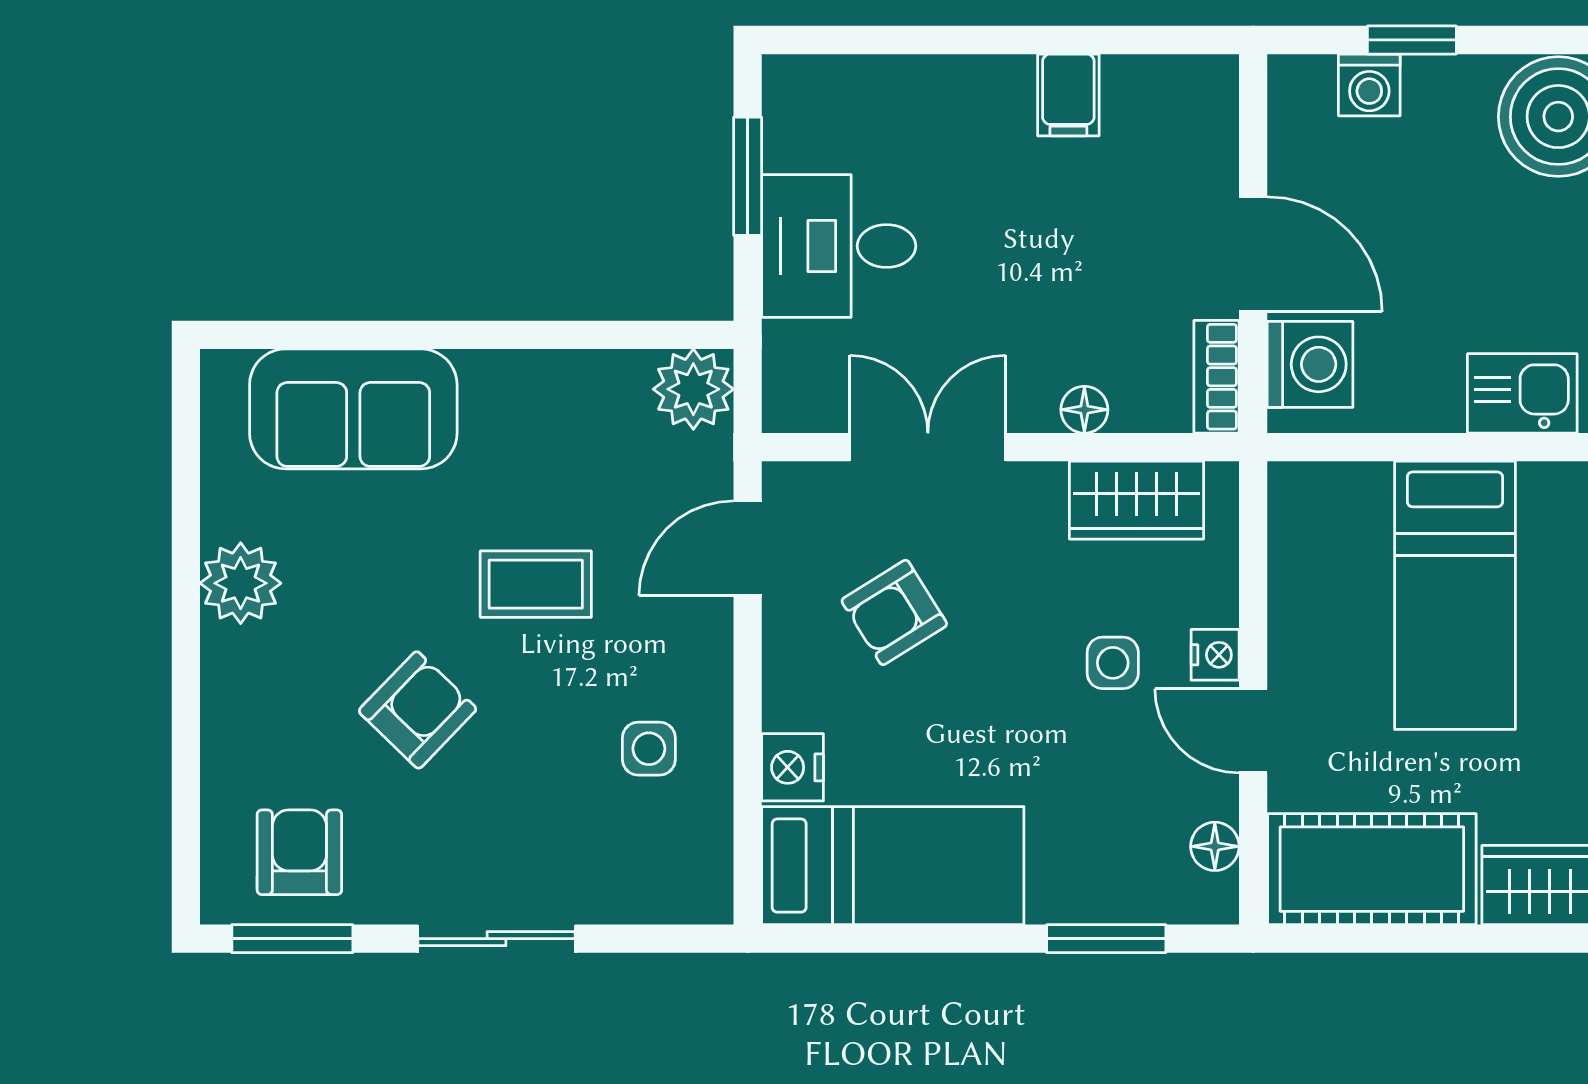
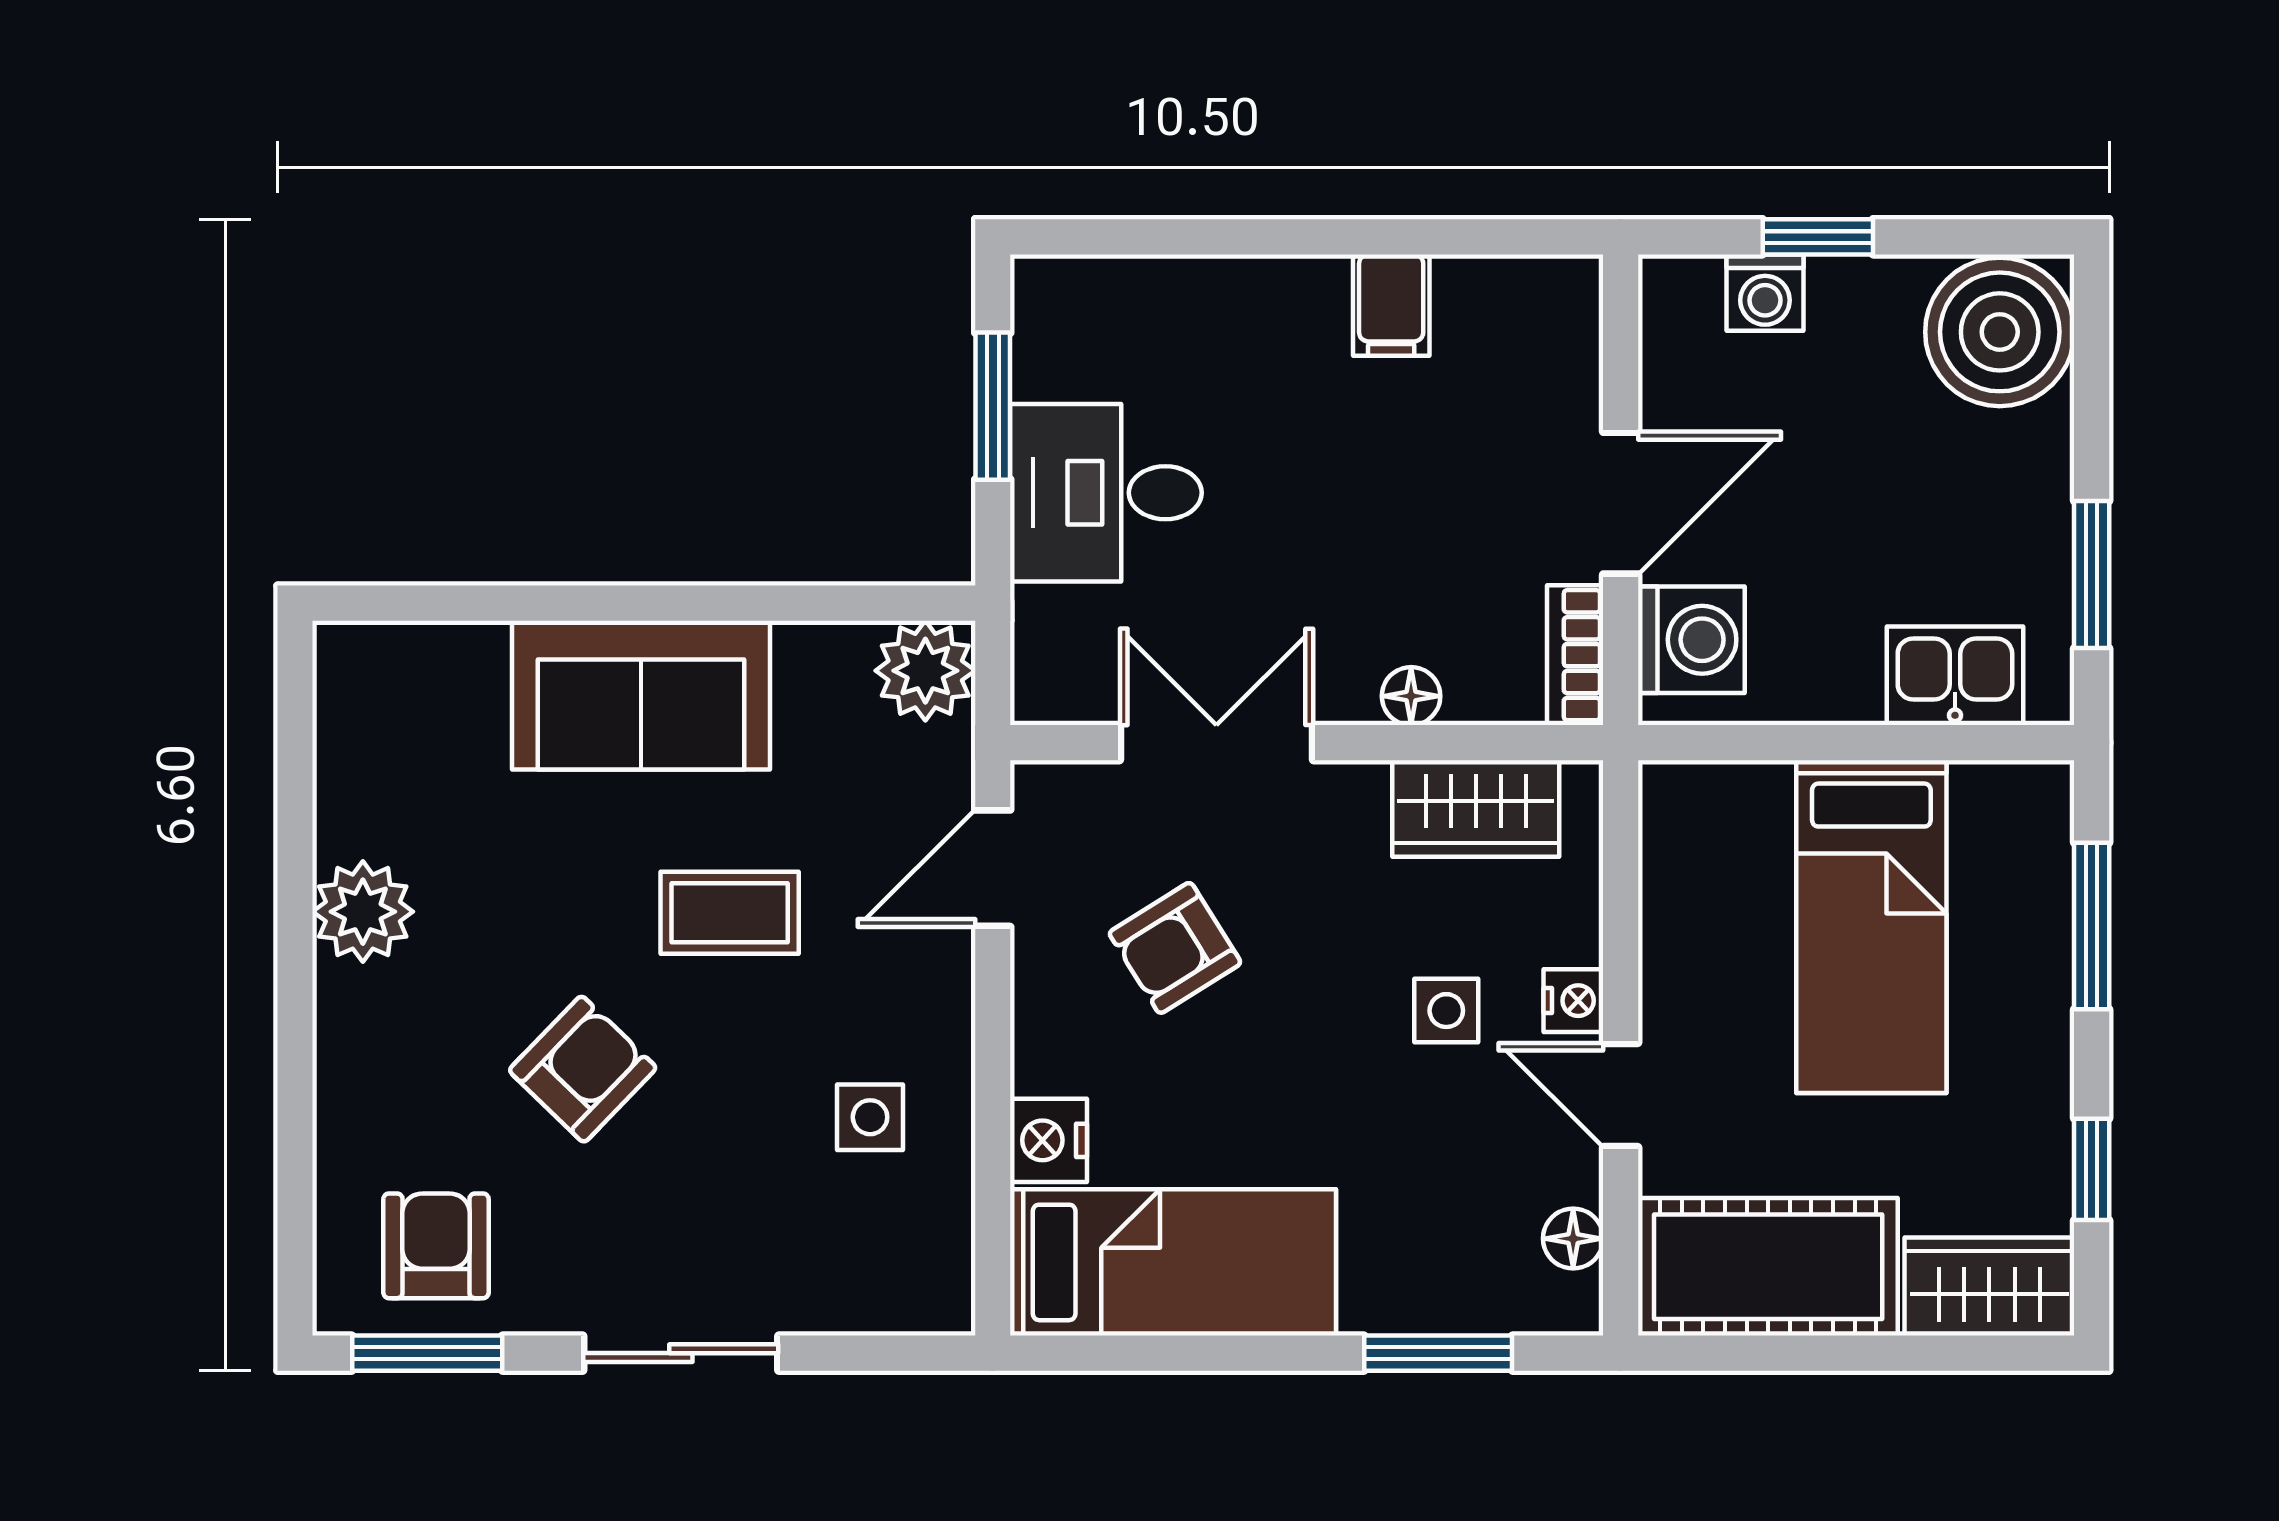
door: (1253, 254) -> (1621, 503), hinge flipped
sofa: (353, 409) -> (641, 695), moved

